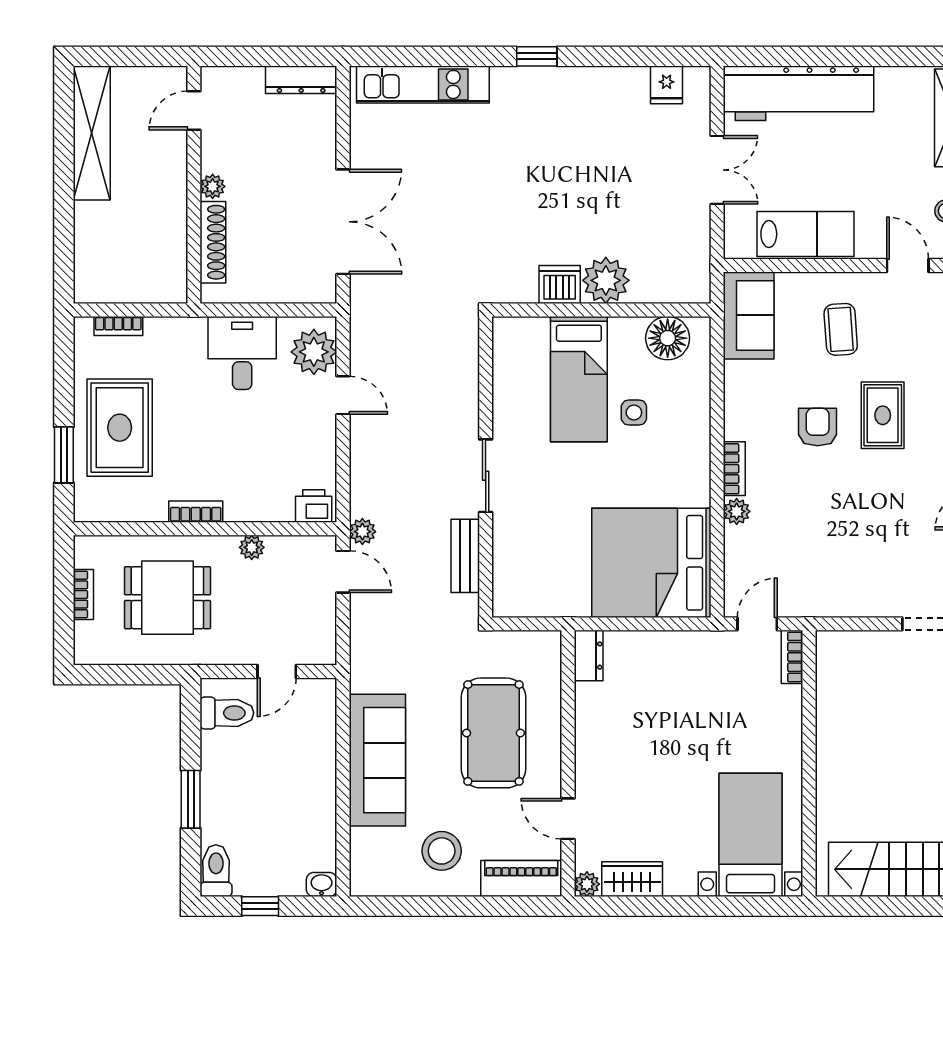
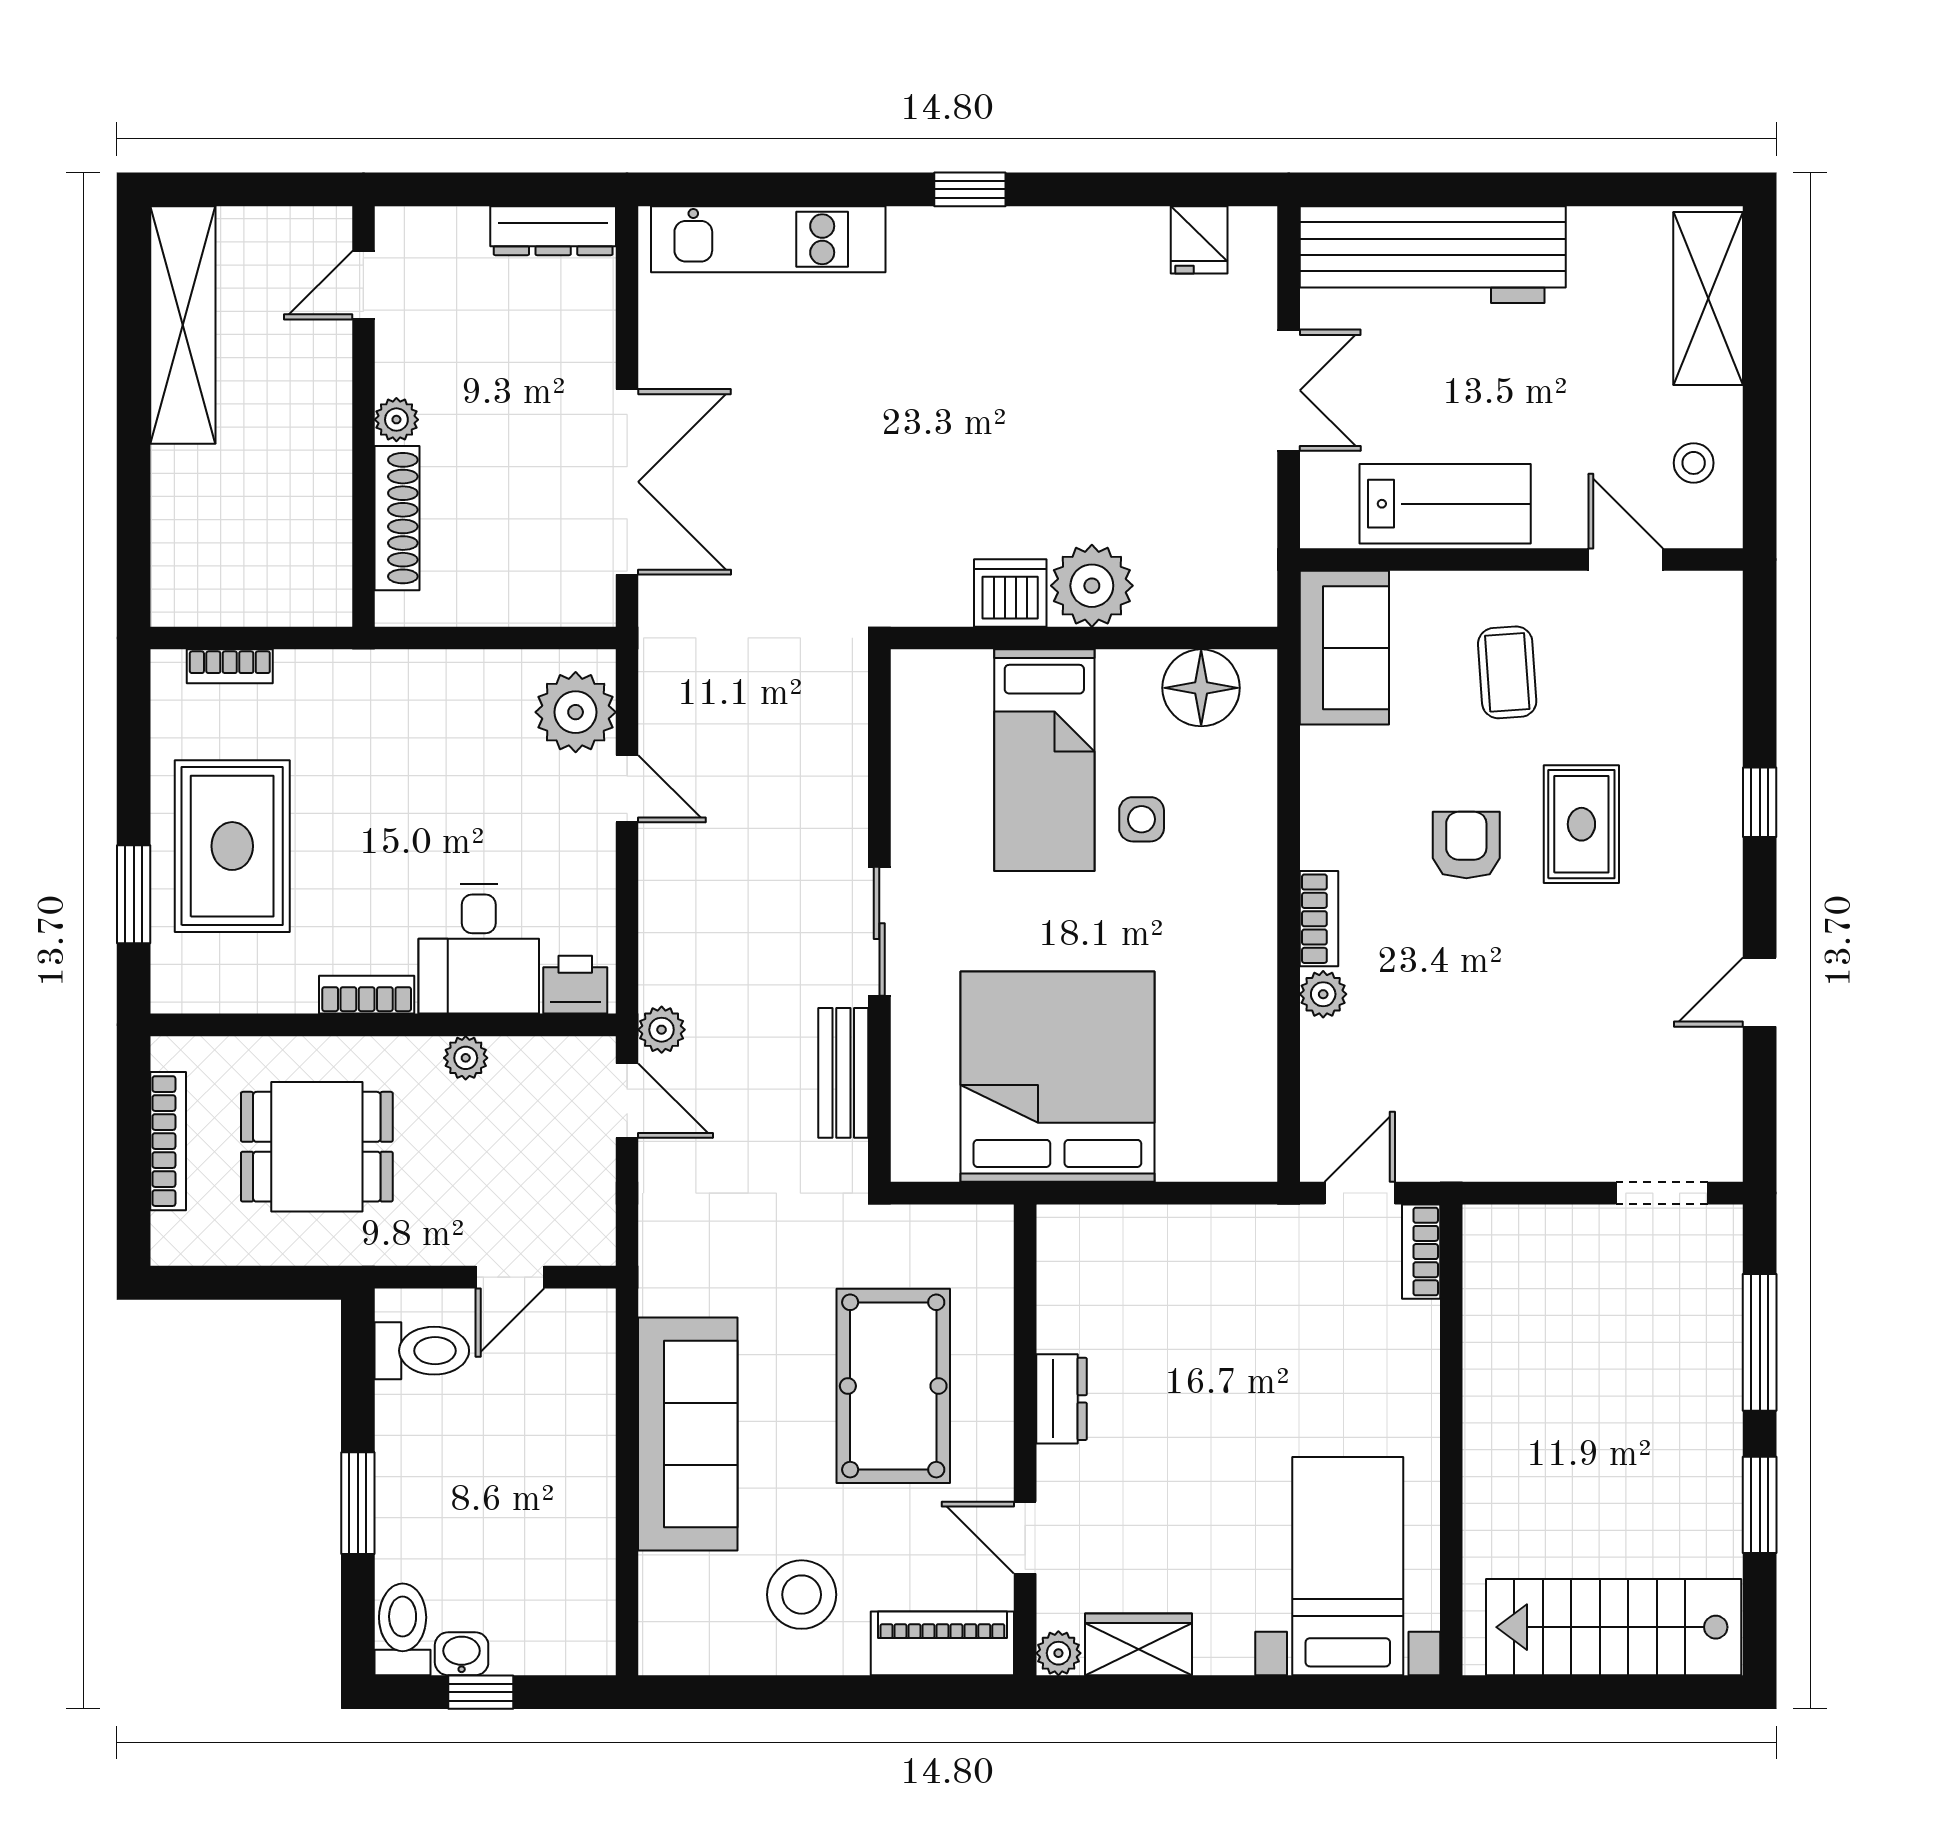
desk: (242, 353) -> (479, 949), moved, turned 180
bed: (651, 563) -> (1057, 1077), moved, turned 90
bookcase: (83, 594) -> (168, 1141), width x1.56
dresser: (589, 656) -> (1062, 1399), moved
washbasin: (322, 884) -> (462, 1654), moved

